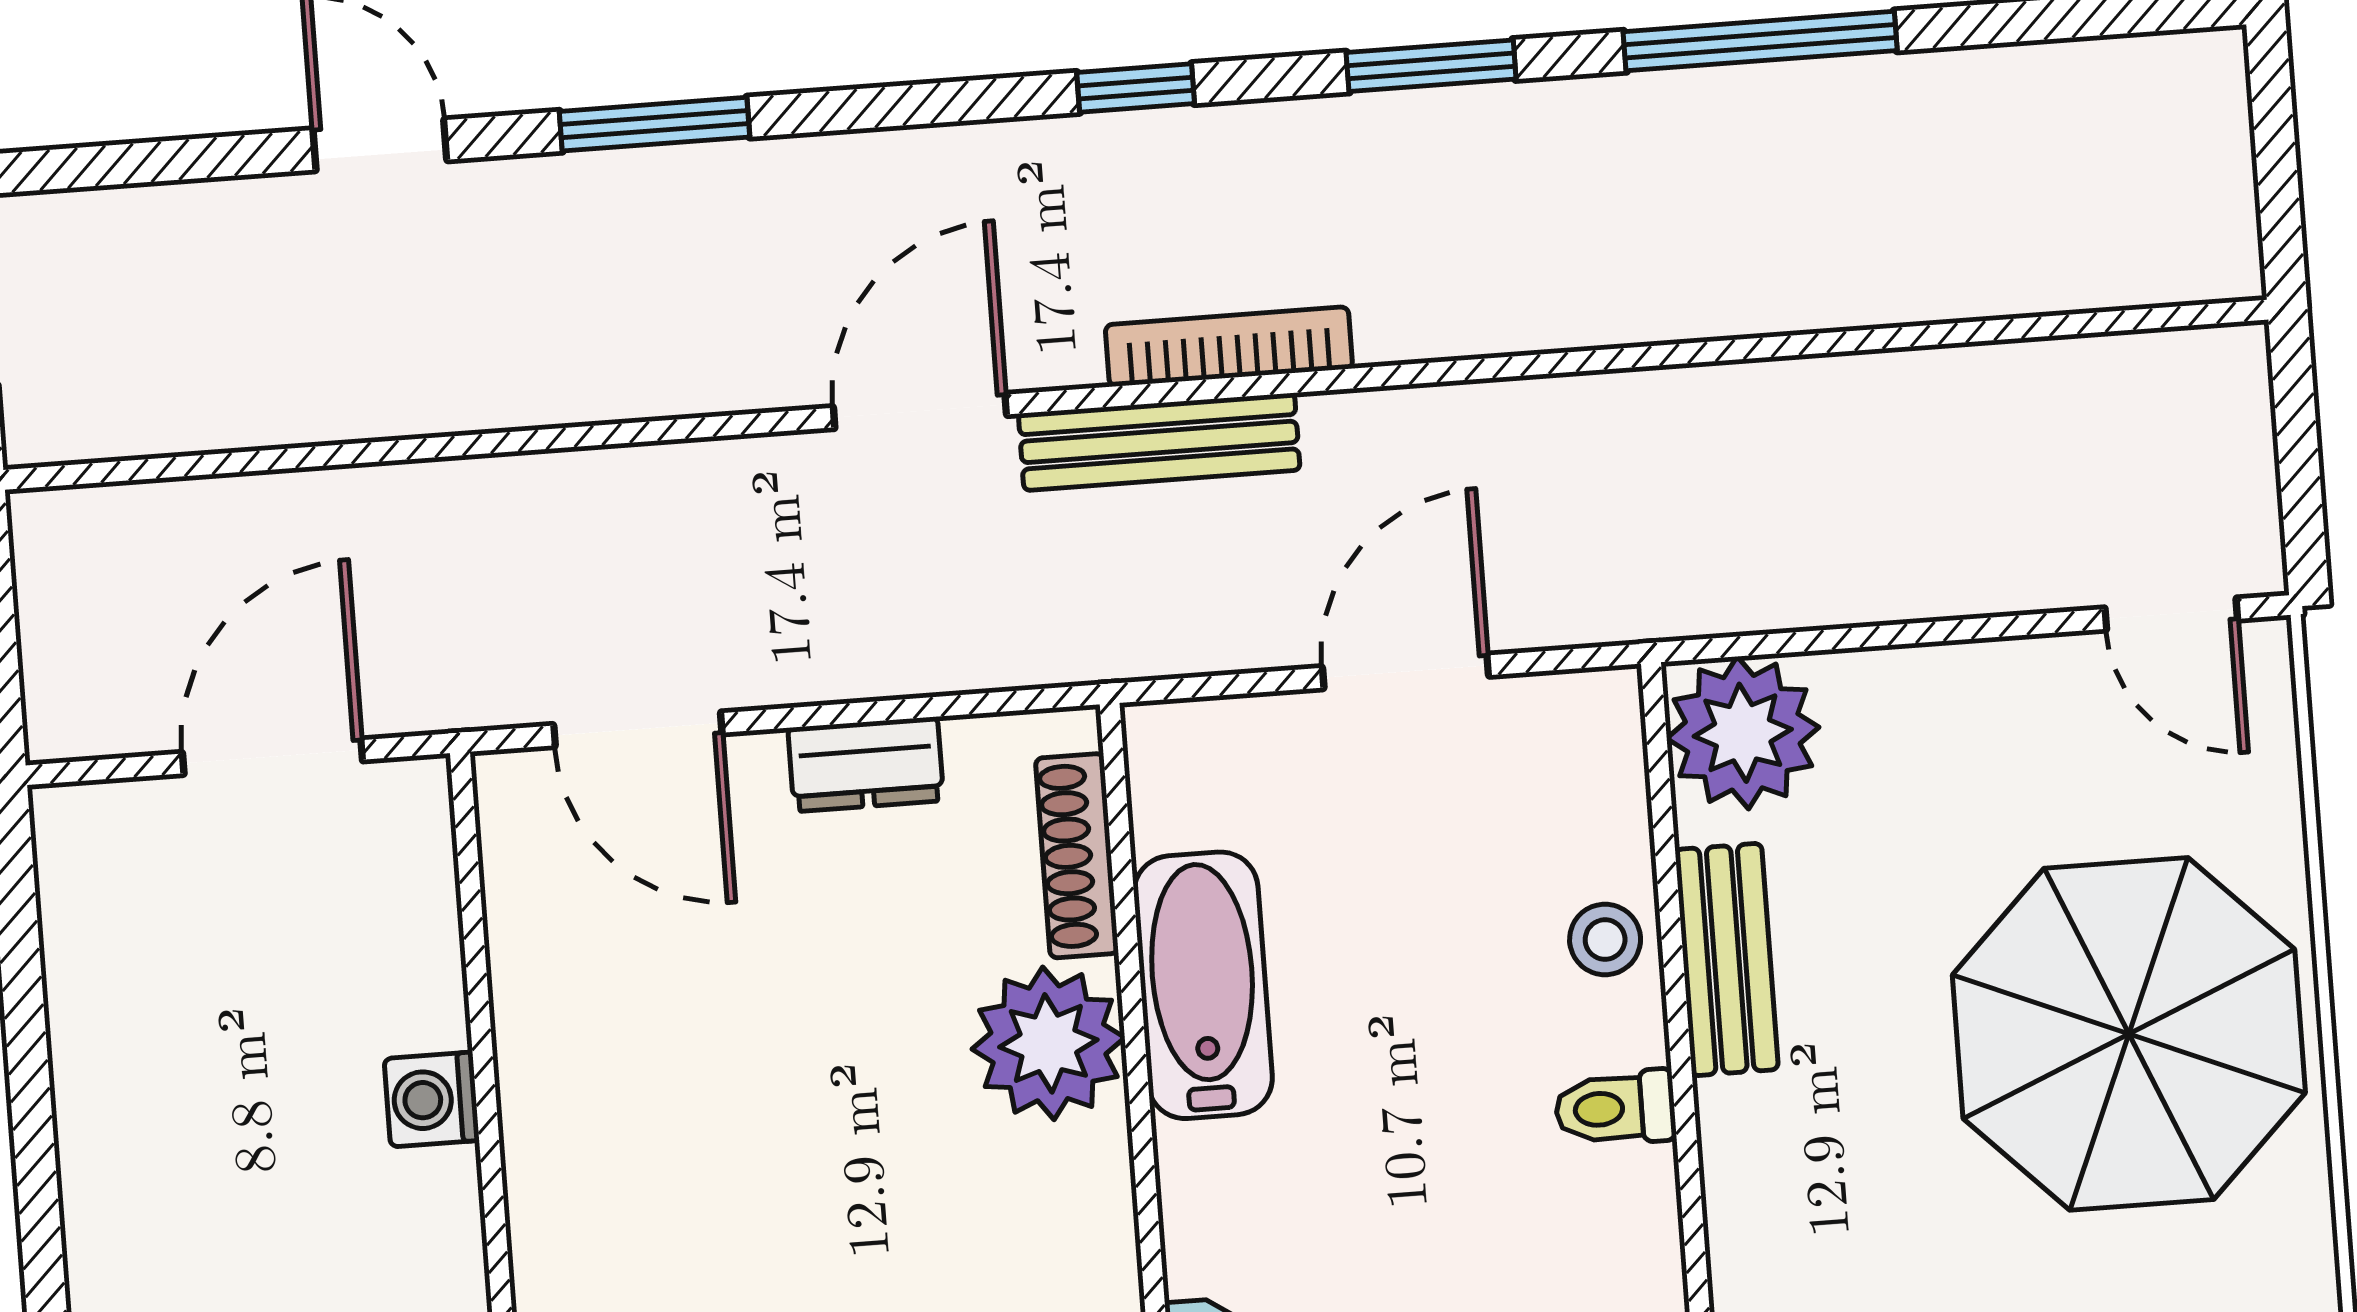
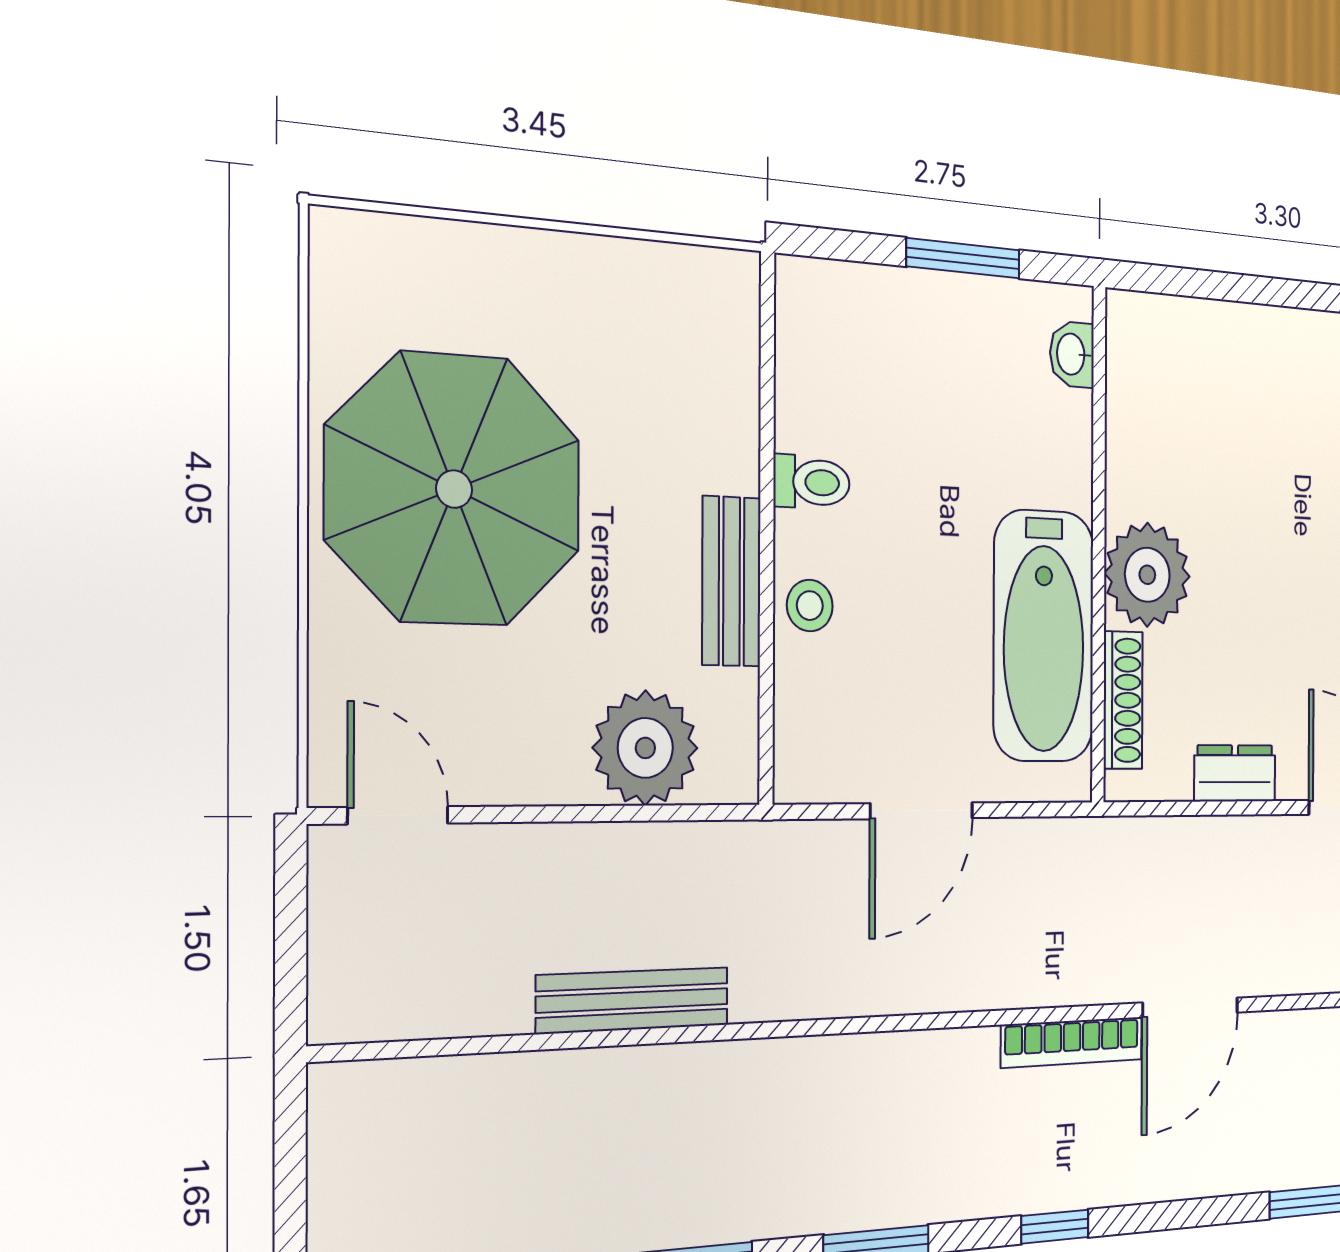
bookcase: (1229, 347) -> (1072, 1042), moved
bench: (1159, 442) -> (633, 1000), moved
plant: (1743, 733) -> (645, 748), moved
bathtub: (1203, 985) -> (1044, 636), width x1.36, depth x1.36

